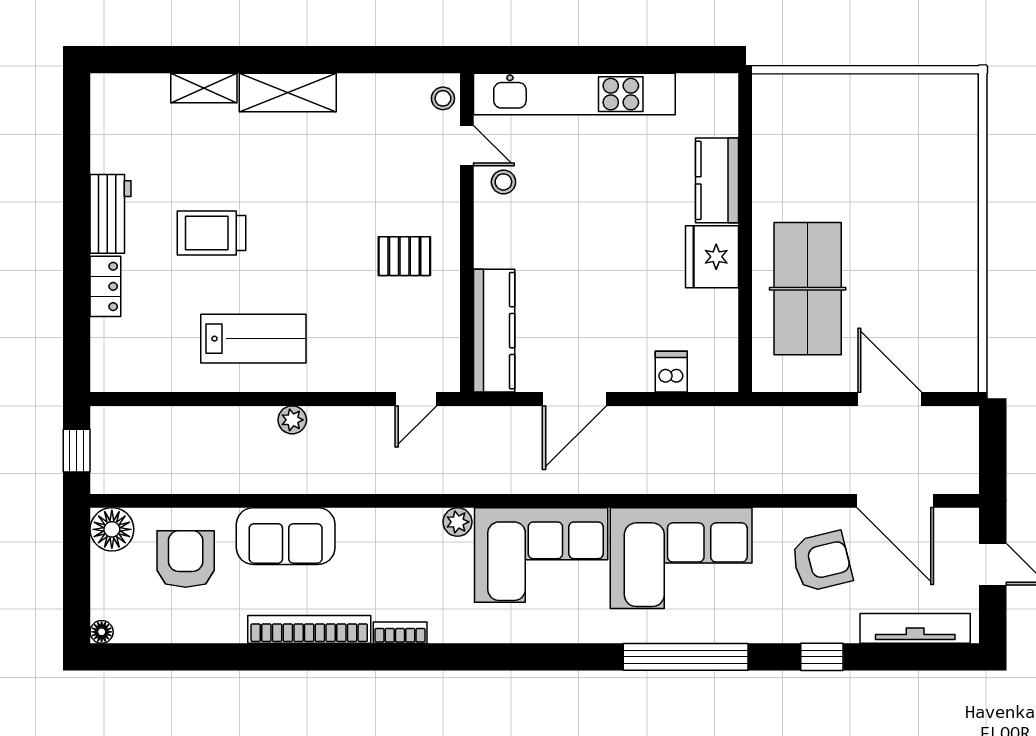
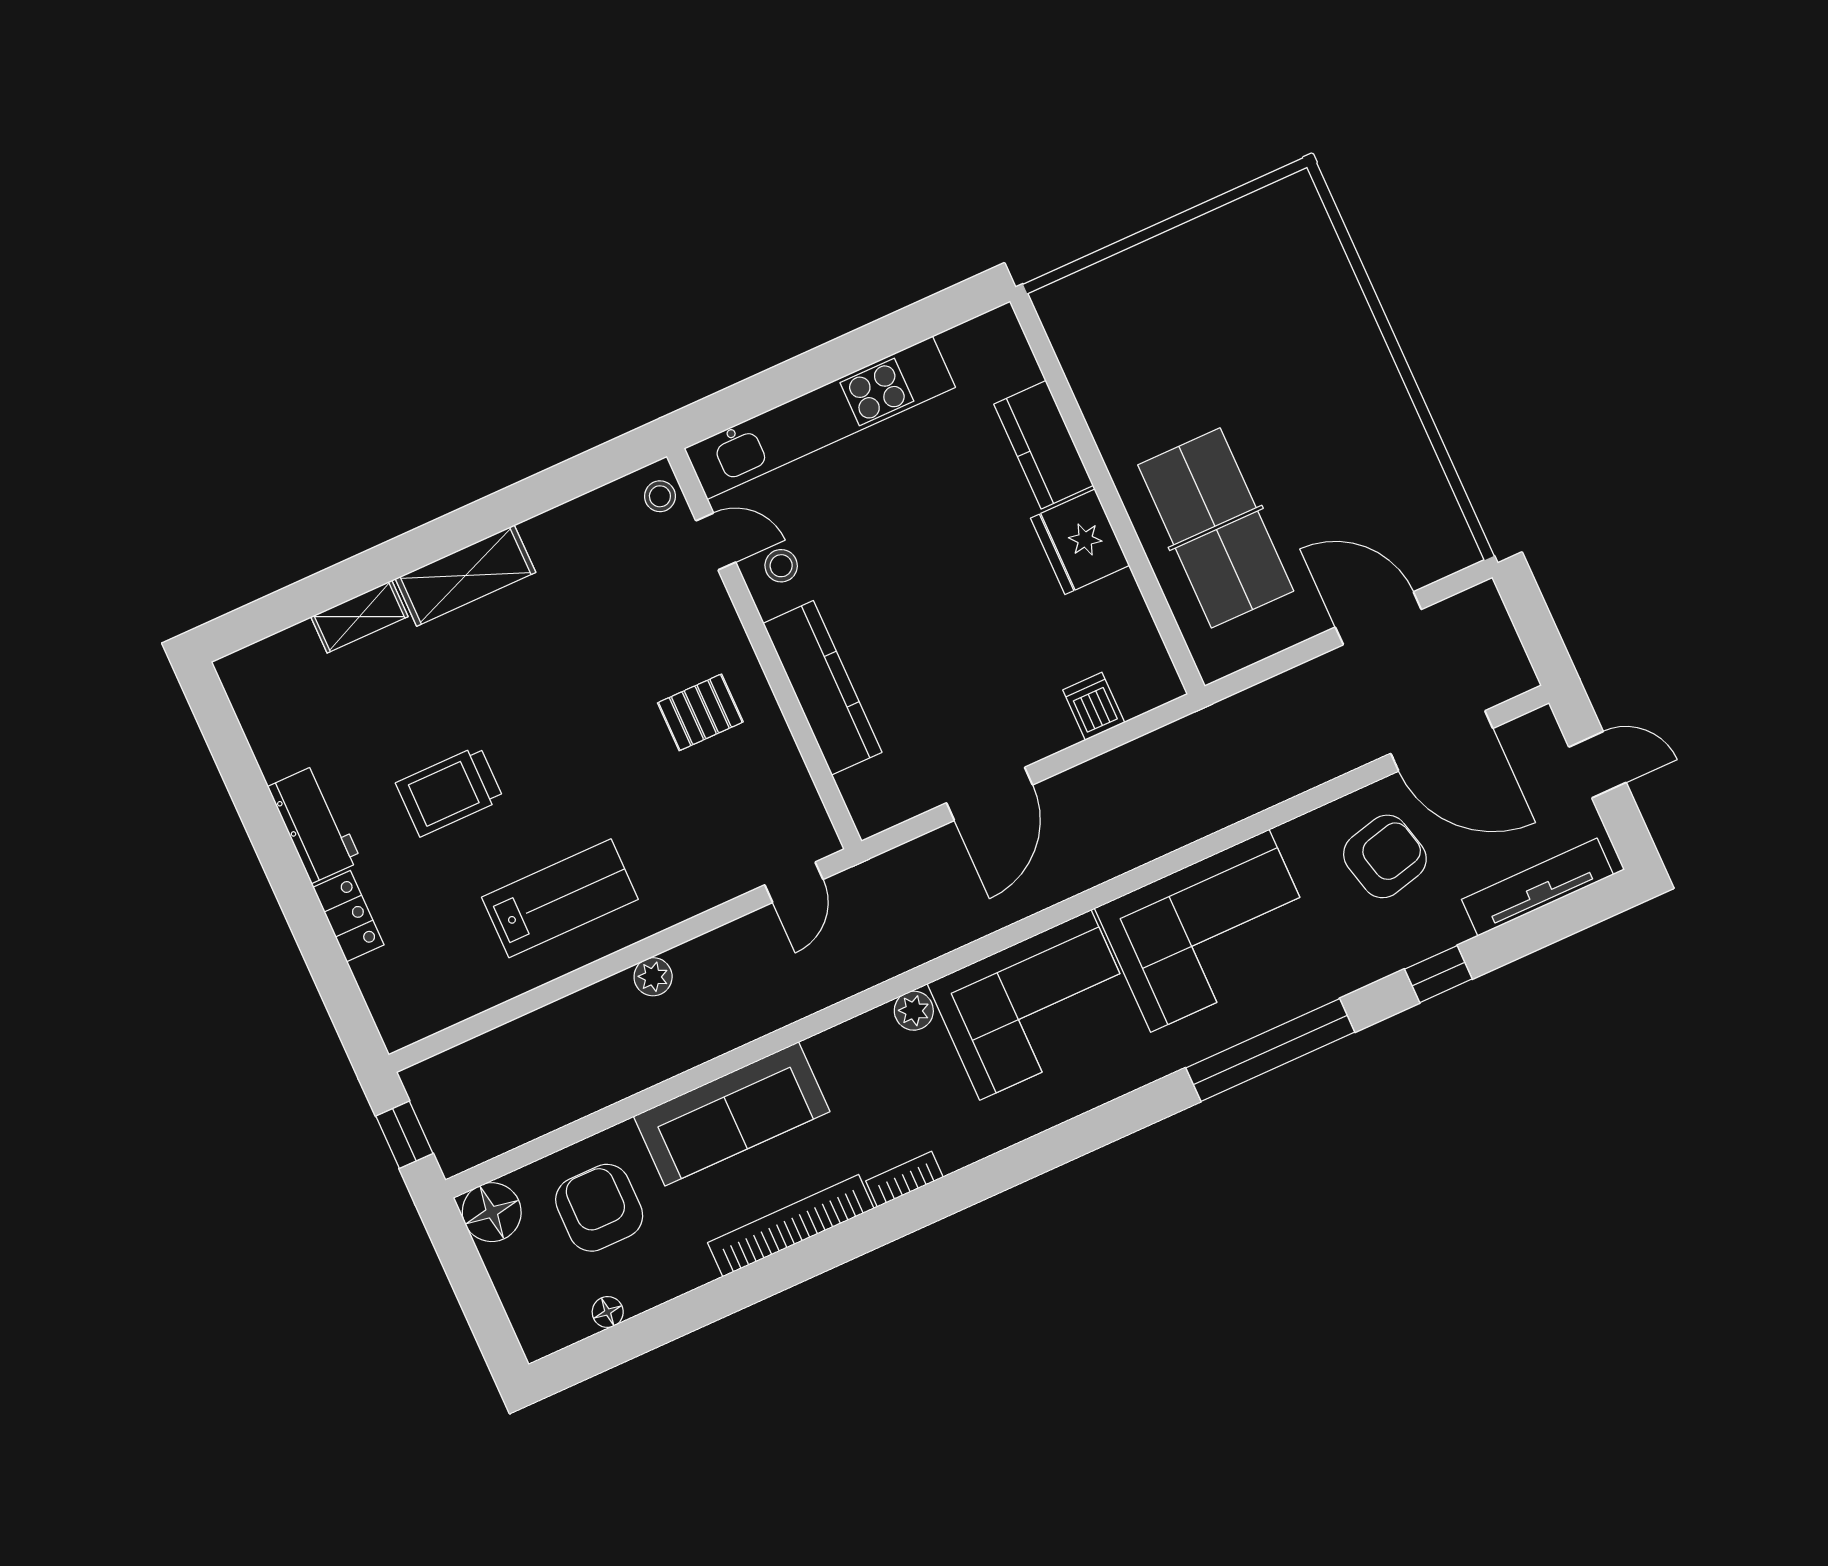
kitchen counter: (494, 331) -> (822, 688), moved
sofa: (286, 536) -> (732, 1114), width x1.36
floor lamp: (102, 632) -> (608, 1312), moved

